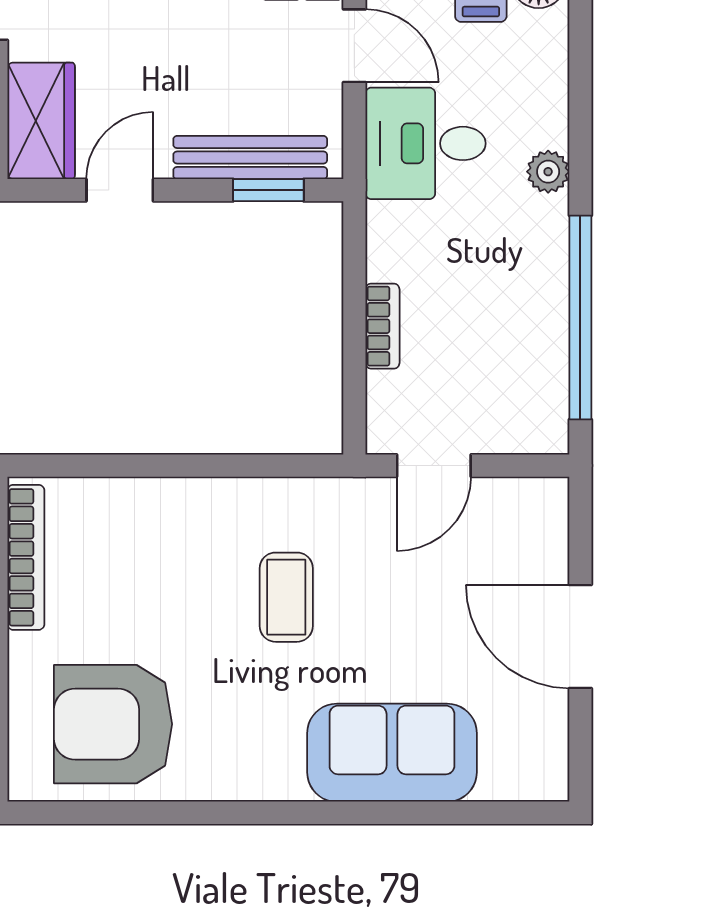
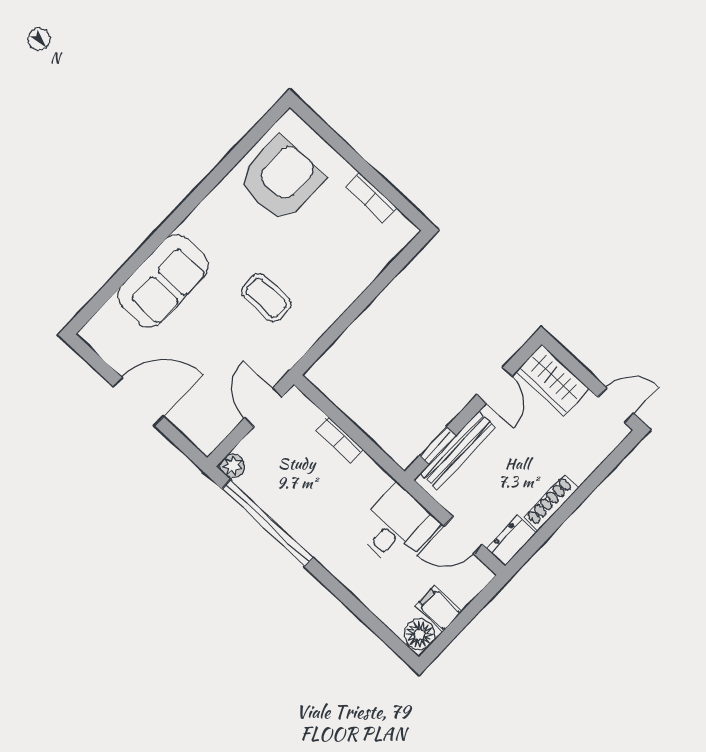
plant: (548, 172) -> (233, 466), moved
bookcase: (26, 557) -> (371, 197), width x0.64

